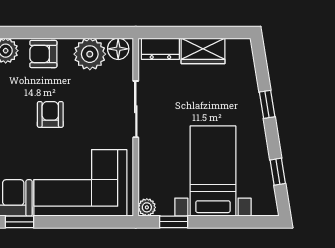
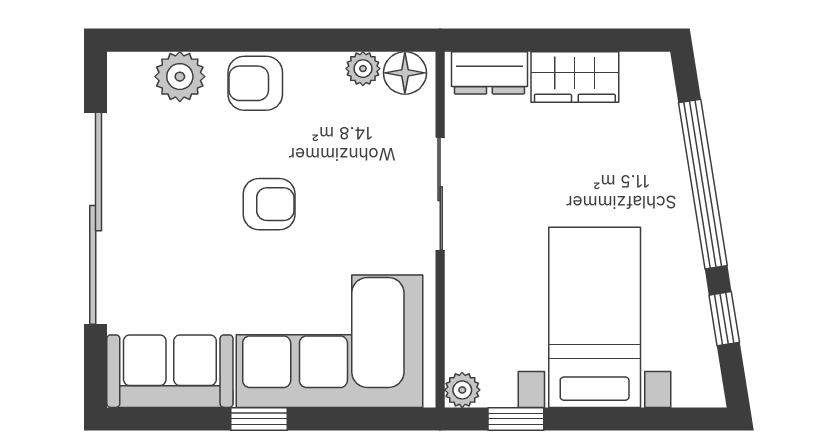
plant: (90, 54) -> (363, 69), width x0.53, depth x0.53
window: (267, 104) -> (703, 184), width x3.17
armchair: (50, 114) -> (269, 204), turned 90
window: (19, 222) -> (259, 419), moved

